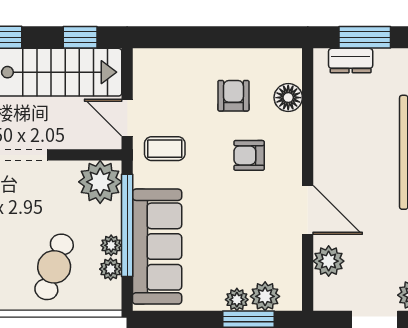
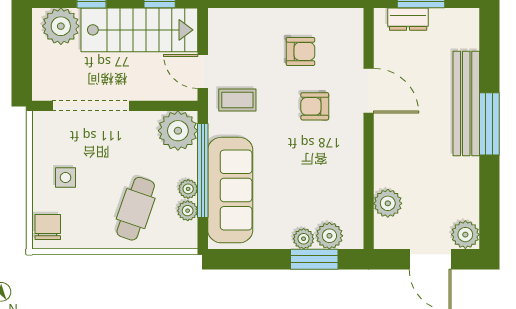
armchair: (233, 96) -> (300, 51), turned 90
floor lamp: (288, 98) -> (351, 53), removed
door: (308, 210) -> (369, 91), moved

